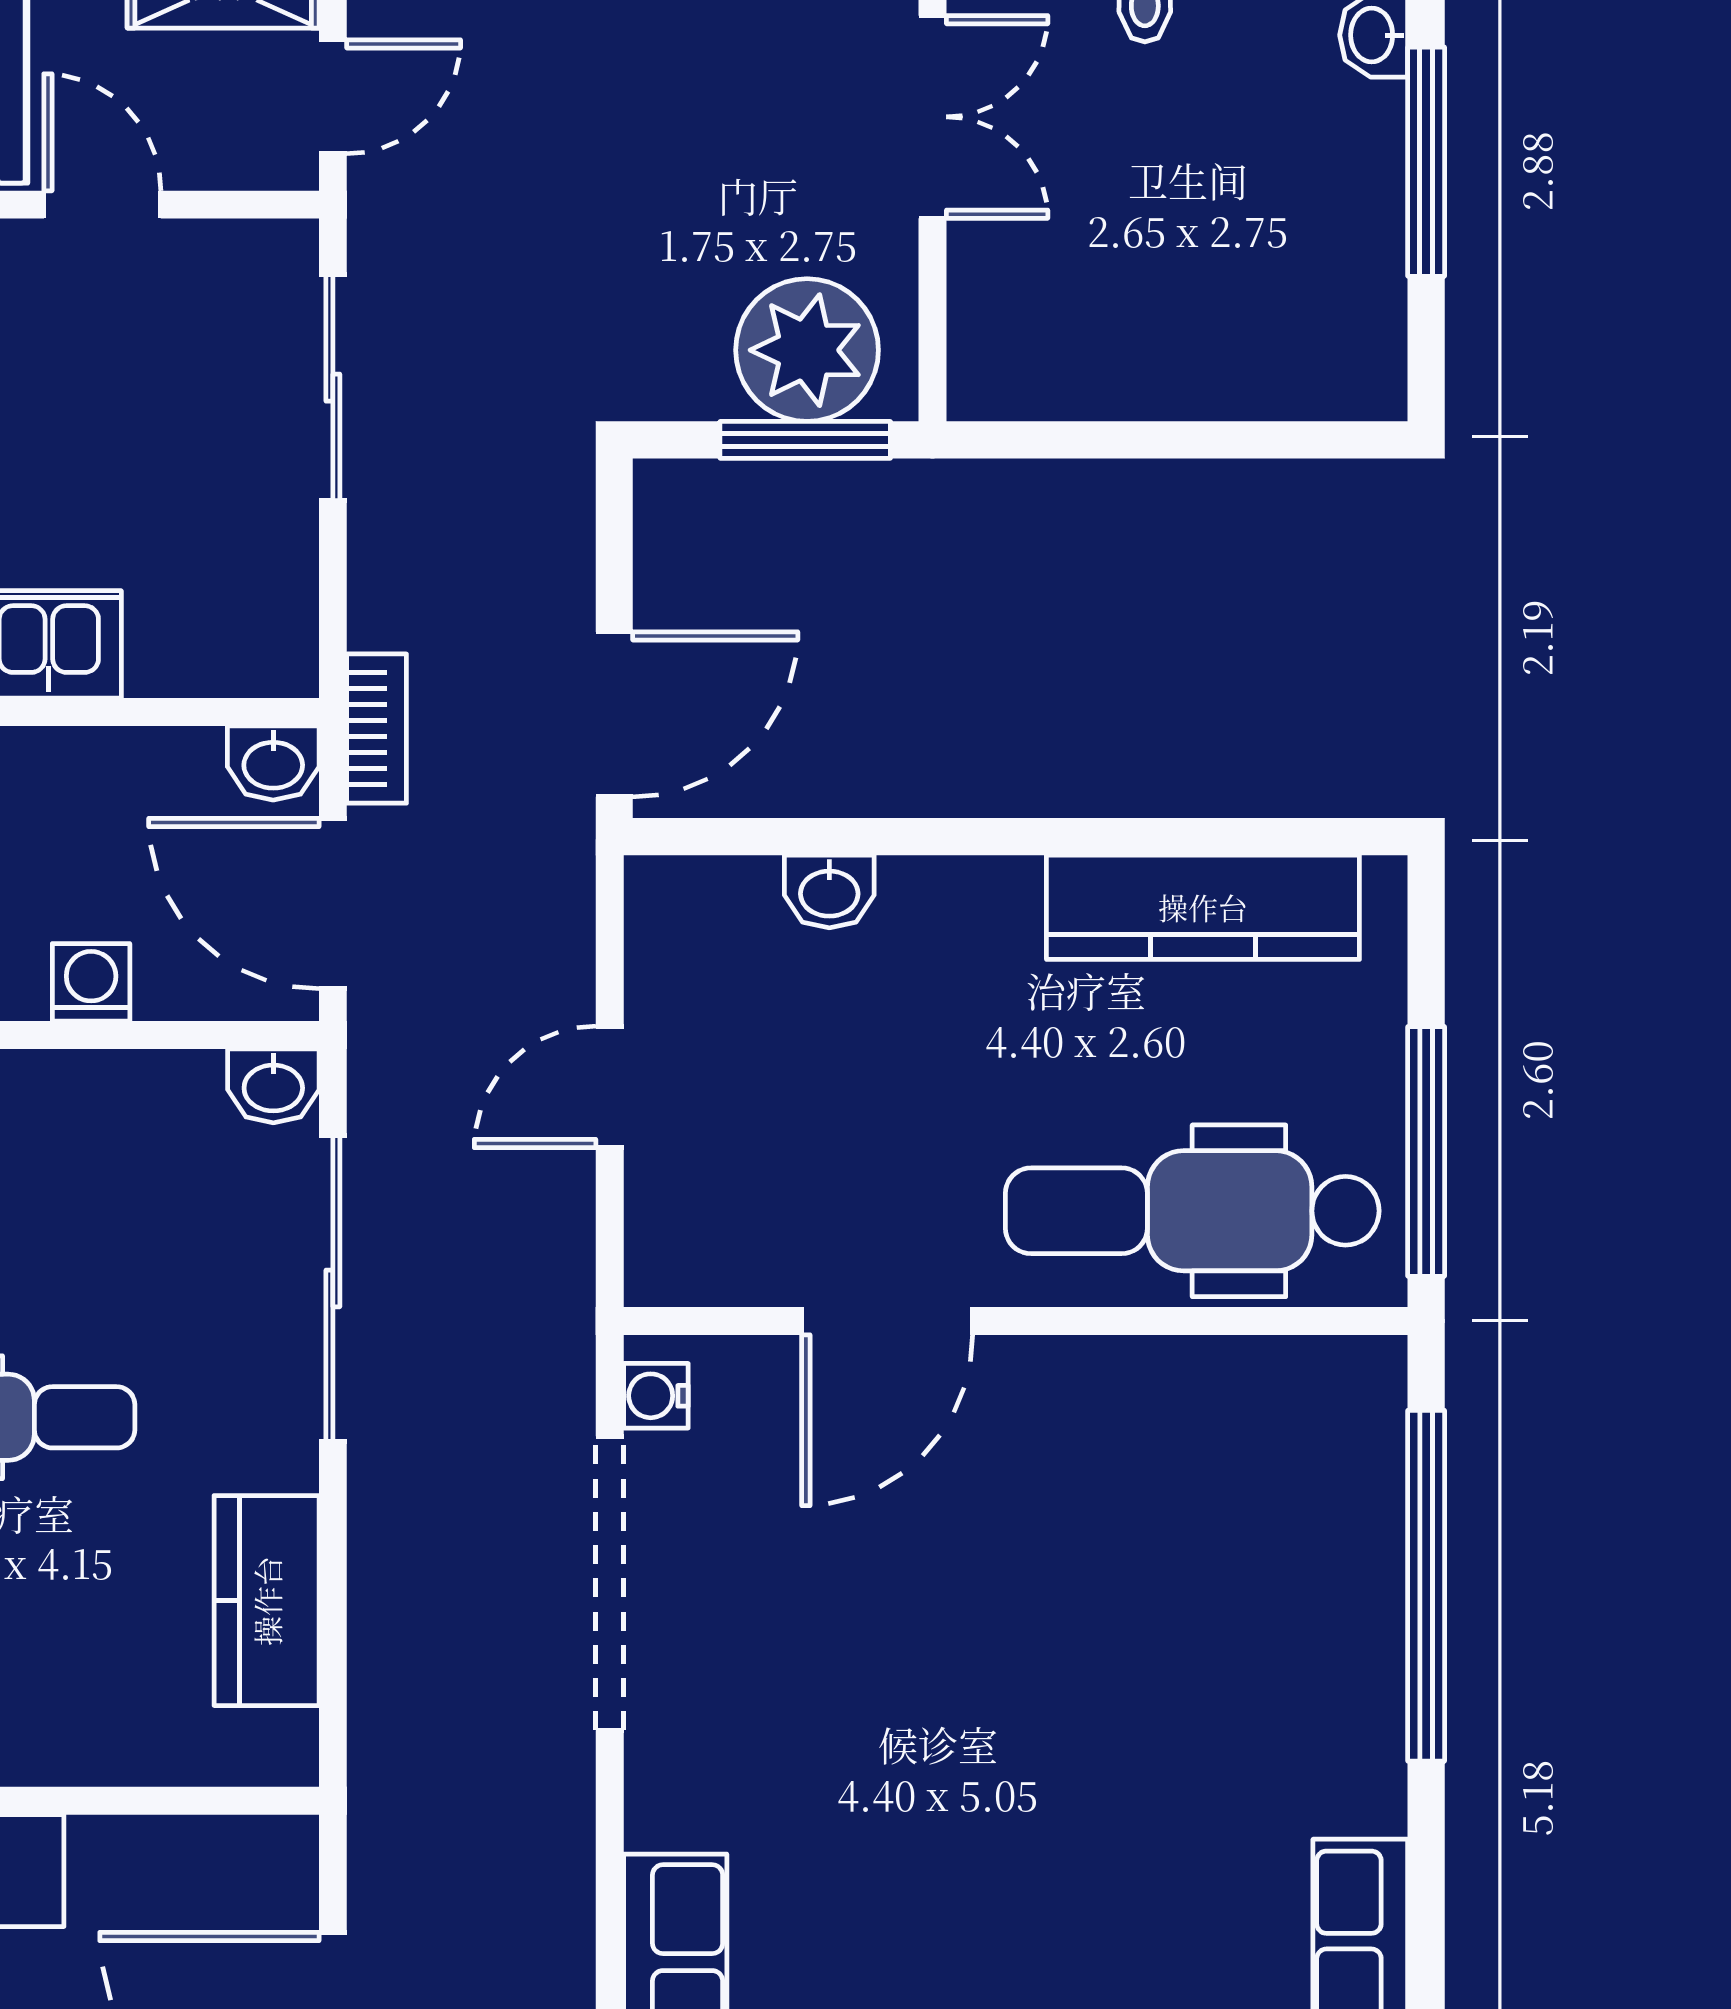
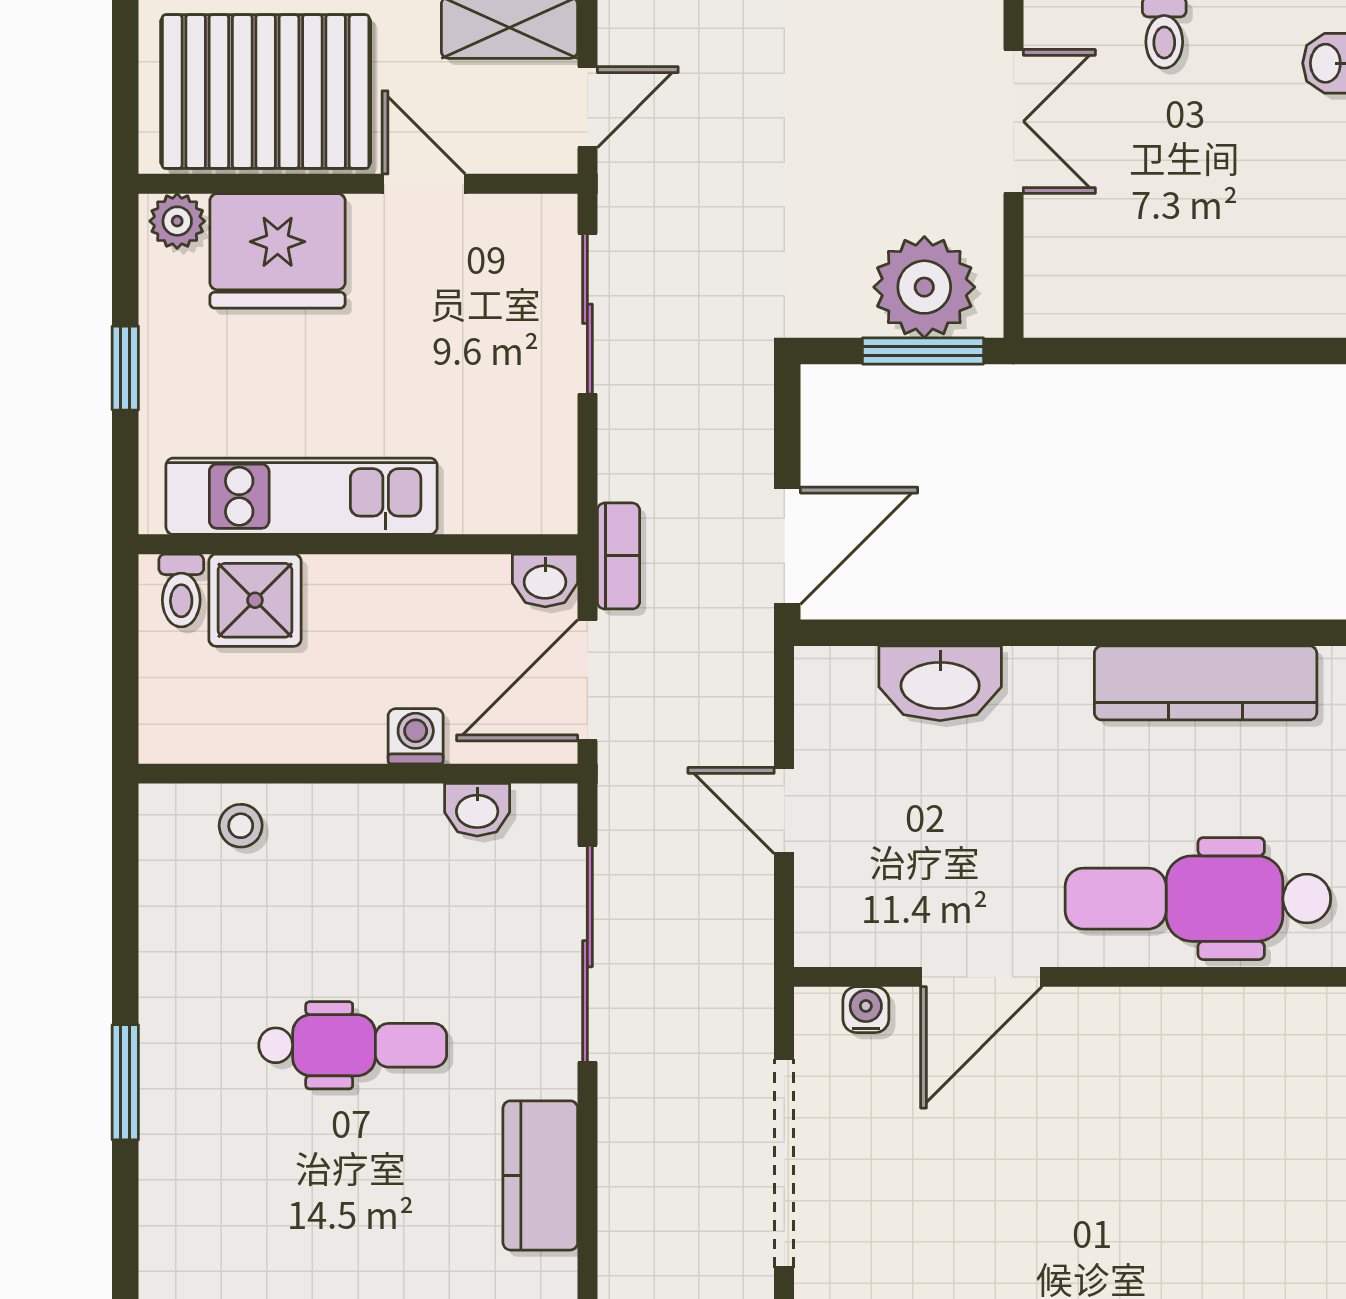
washbasin: (829, 891) -> (940, 683), width x1.91, depth x1.45
door: (333, 904) -> (587, 680), hinge flipped
washbasin: (273, 1086) -> (477, 810), moved
door: (610, 1087) -> (784, 811), hinge flipped
water cooler: (656, 1396) -> (866, 1010), moved, turned 90

